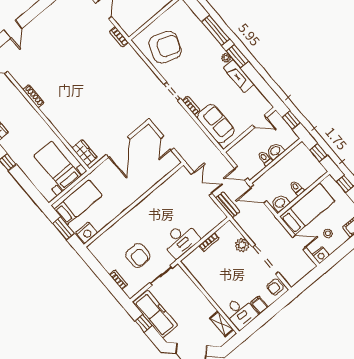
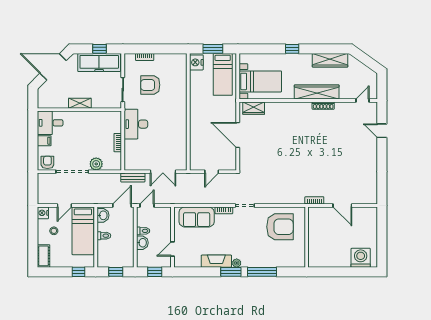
armchair: (165, 47) -> (280, 227), turned -111
wardrobe: (27, 111) -> (317, 92), added
door: (167, 143) -> (212, 172), swing flipped
shelving: (222, 324) -> (80, 103), moved

